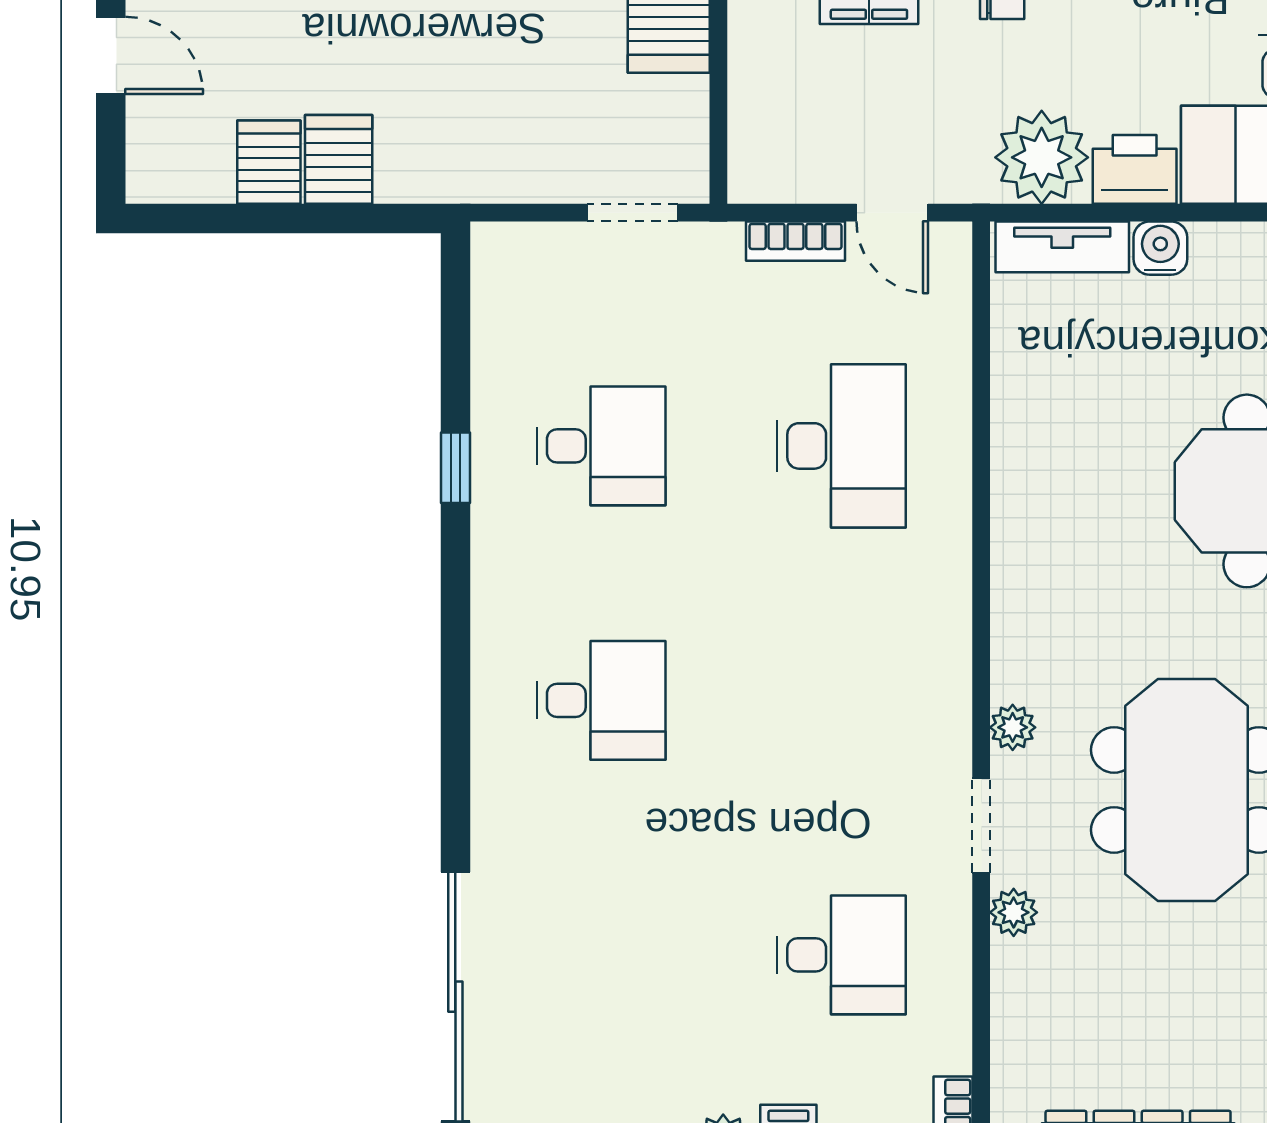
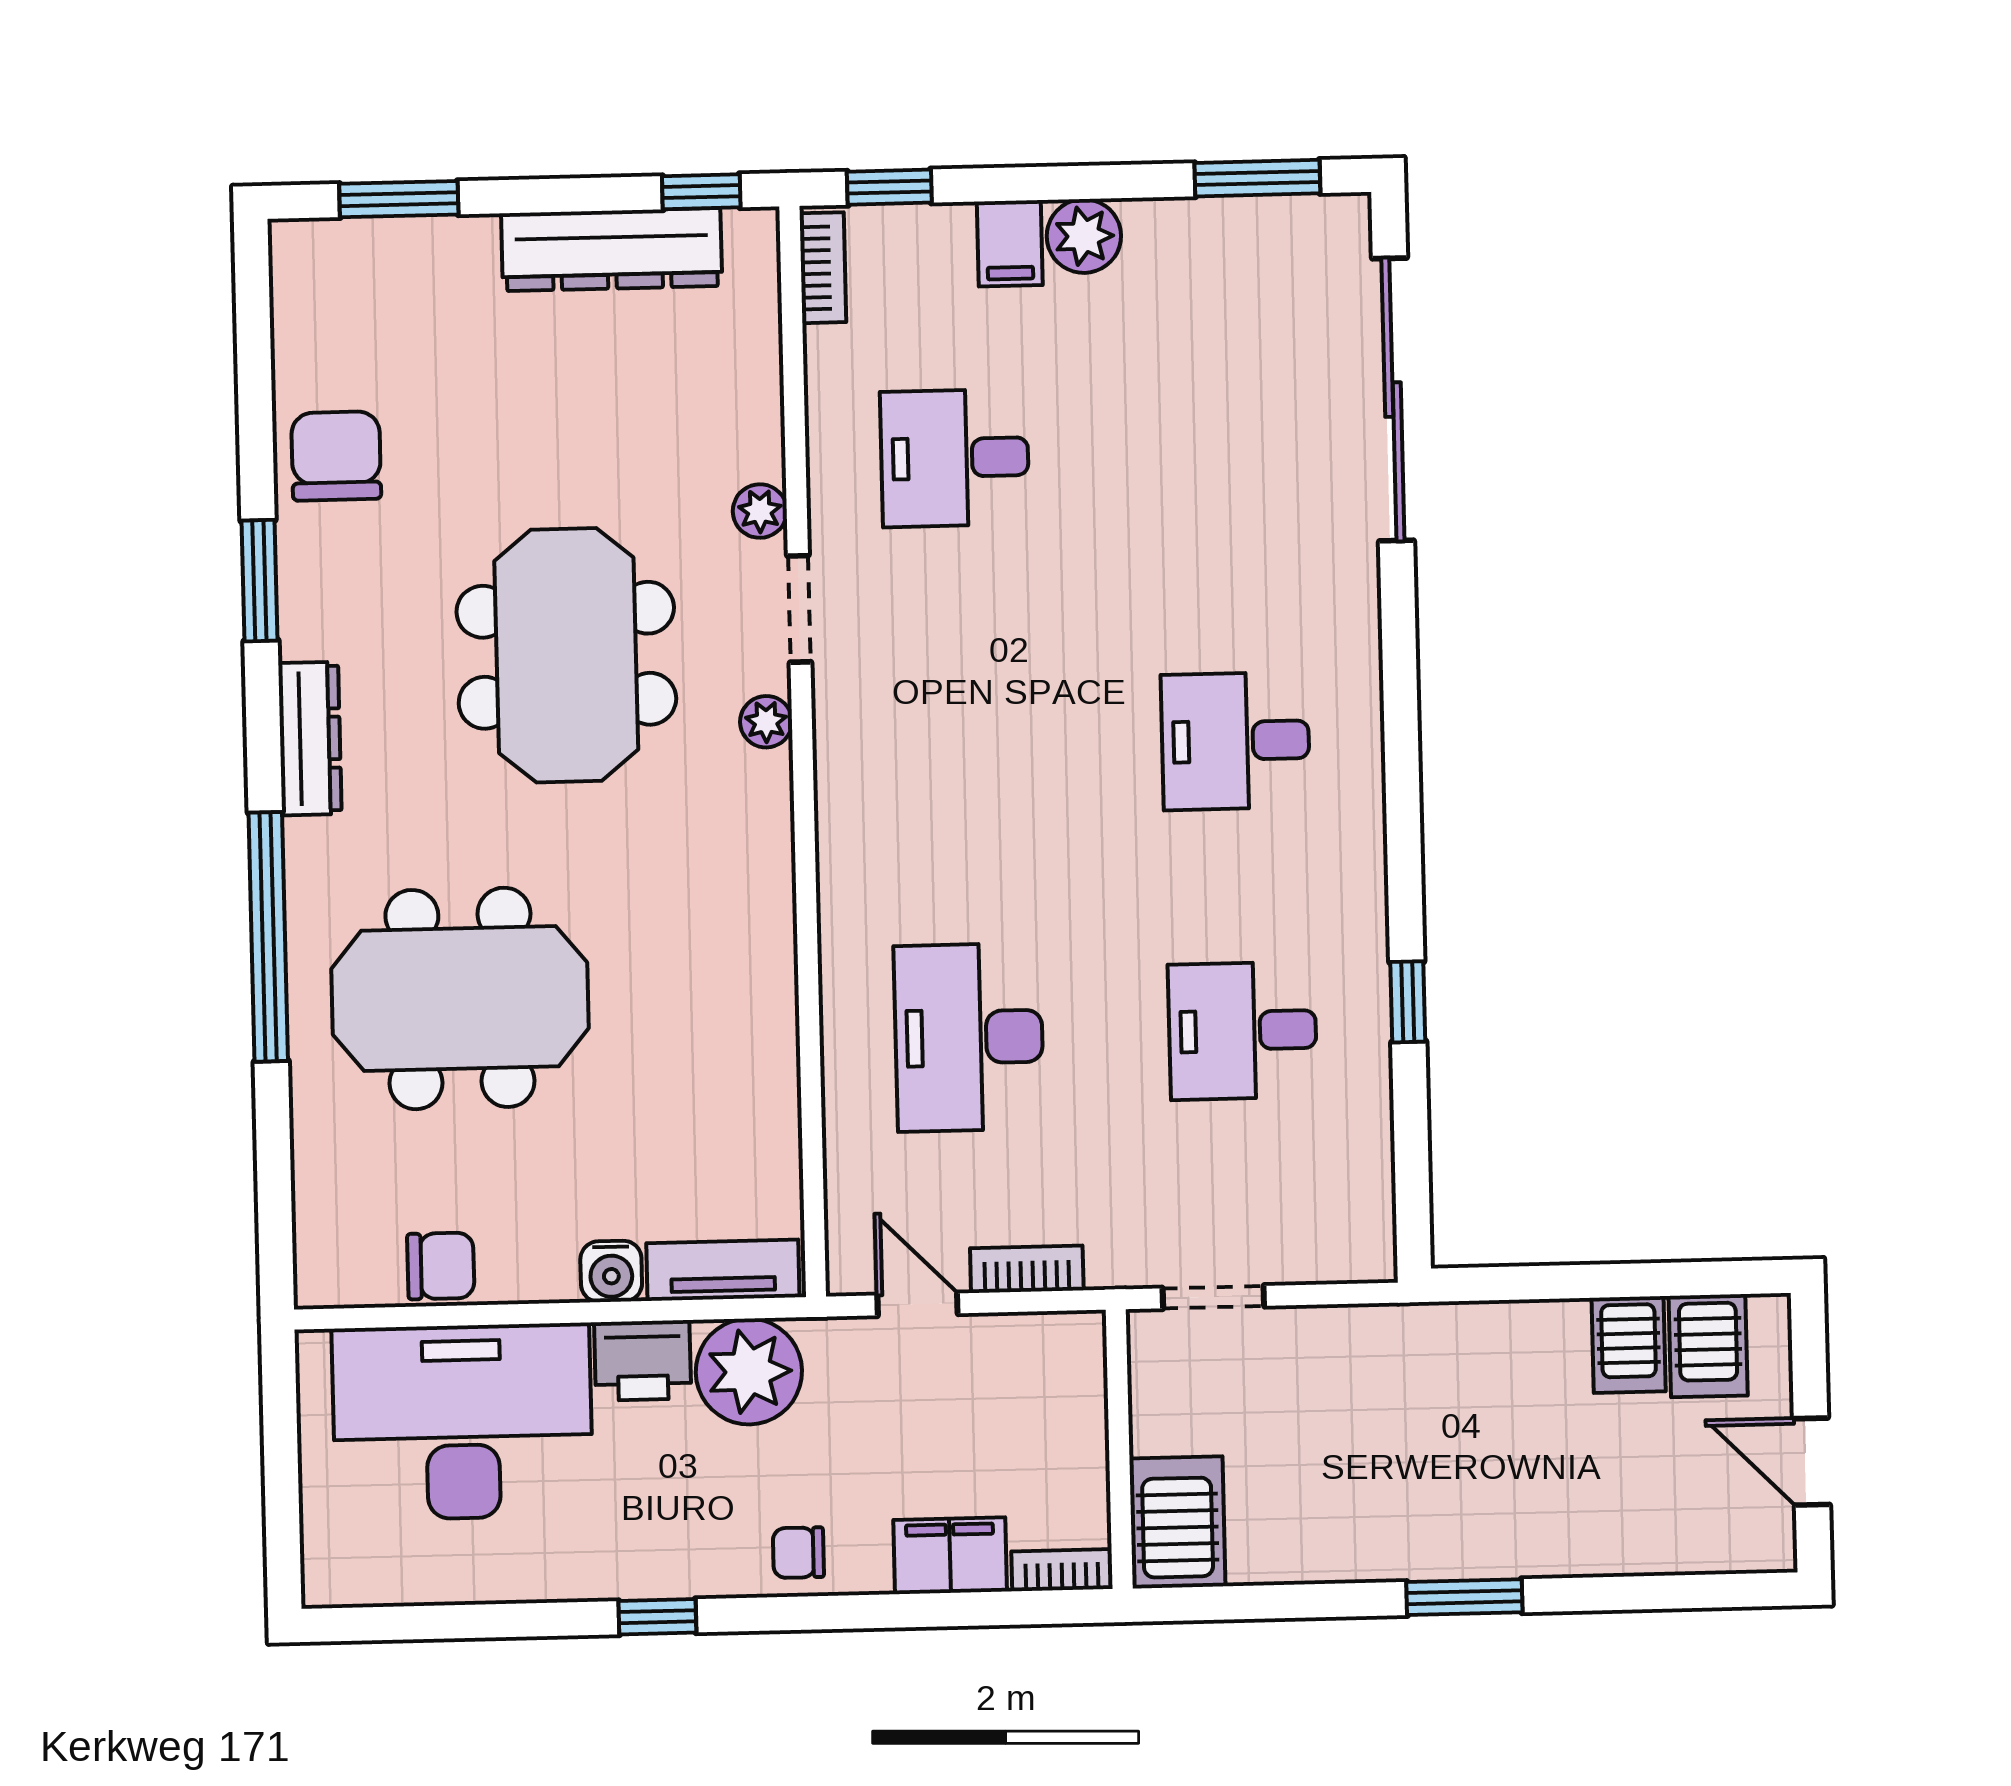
server rack: (339, 159) -> (1708, 1346), moved

